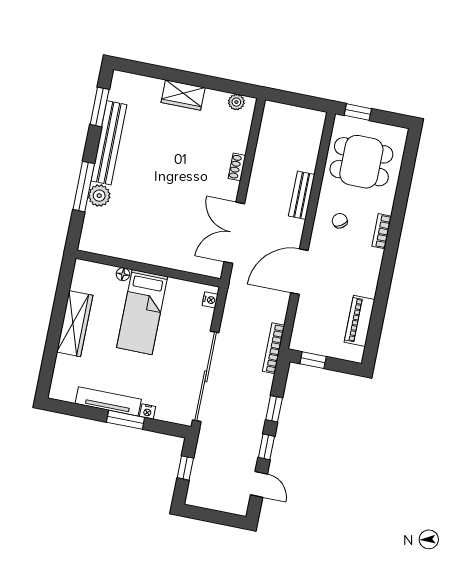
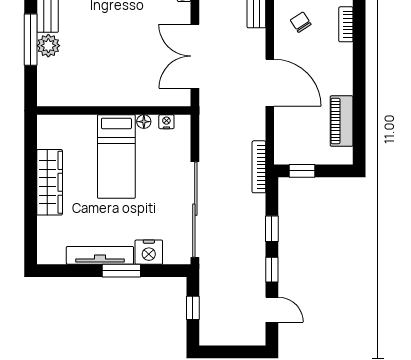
door: (299, 272) -> (270, 83), swing flipped
floor lamp: (123, 274) -> (144, 122), moved
nightstand: (210, 300) -> (166, 122), moved, turned -90
nightstand: (148, 411) -> (149, 252), width x1.89, depth x1.79

